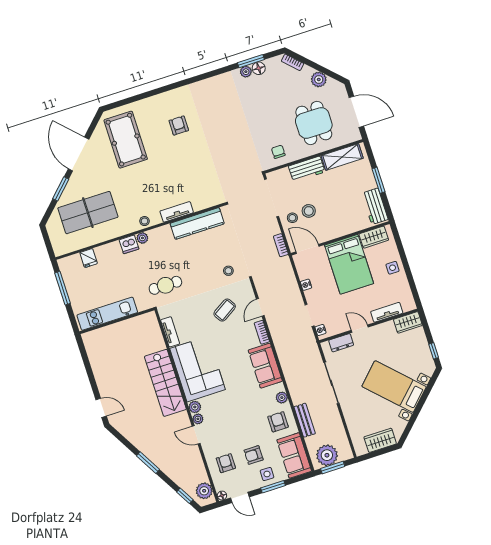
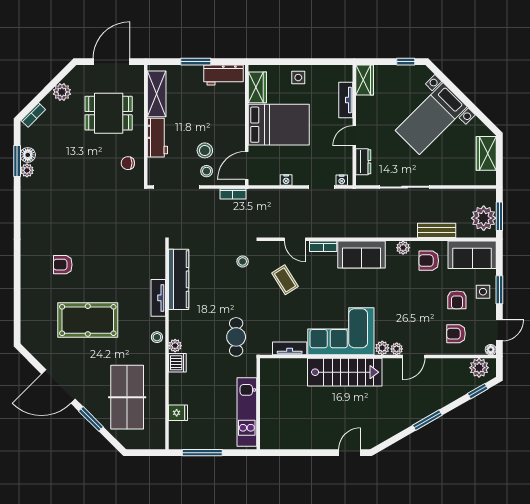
pool table: (126, 140) -> (88, 320), moved

